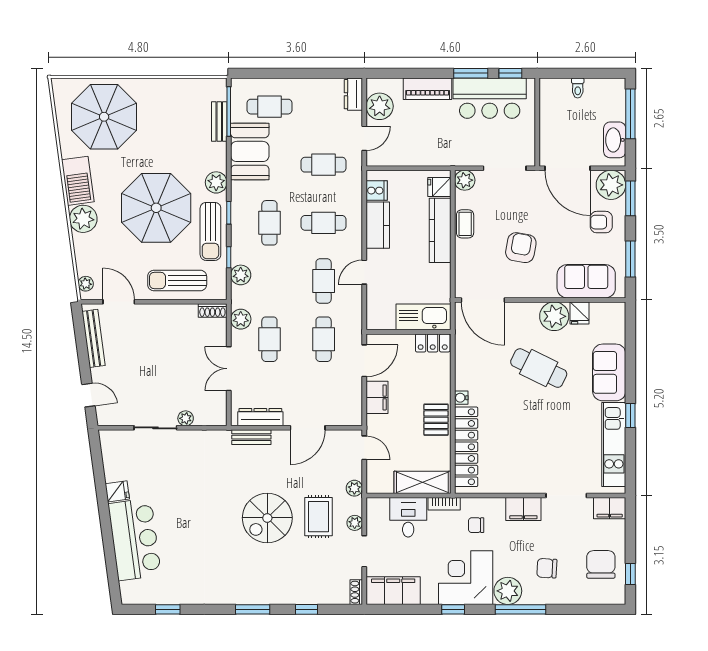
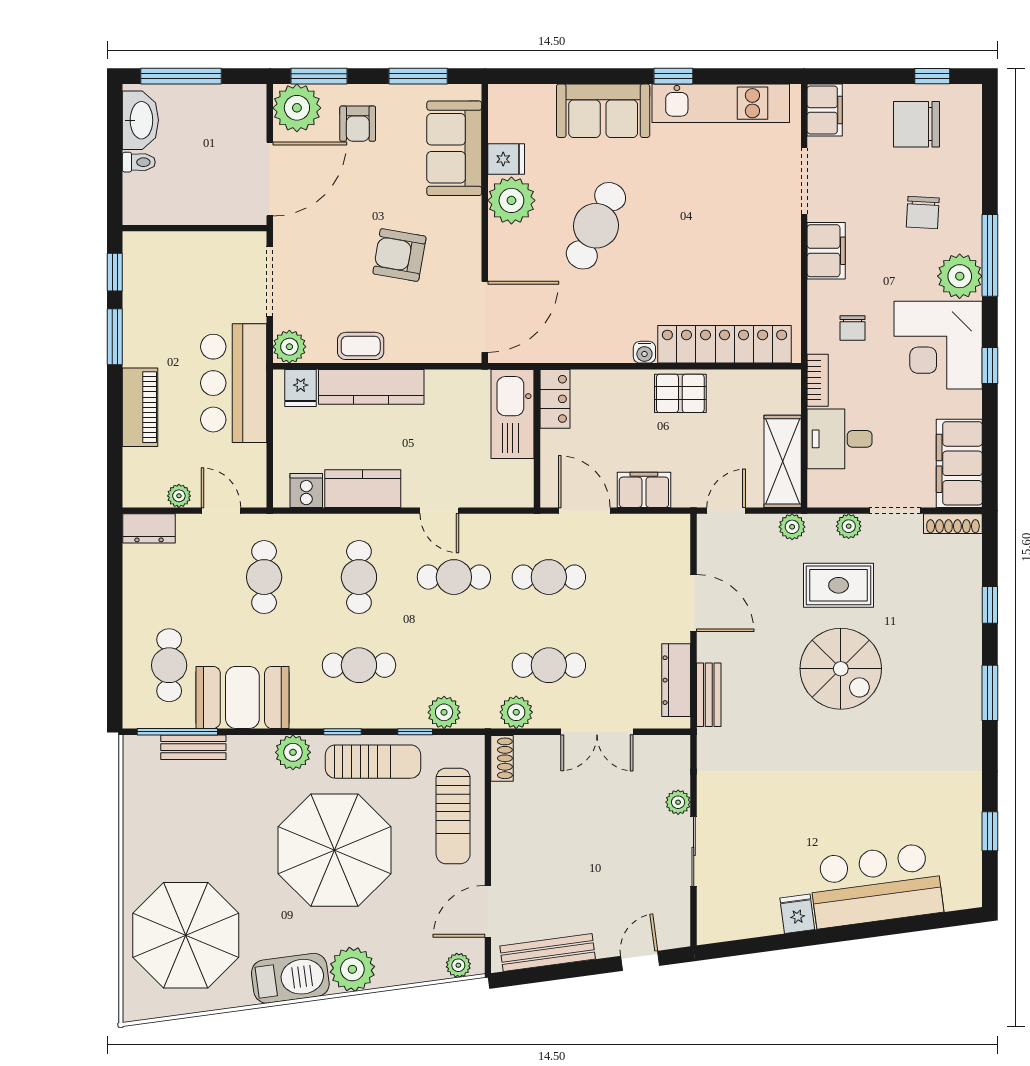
bar counter: (490, 98) -> (234, 383), moved, turned 180
plant: (380, 106) -> (179, 496), width x0.53, depth x0.53
washbasin: (615, 140) -> (140, 120), moved, turned -90
shelving: (422, 482) -> (783, 461), moved
shoe rack: (356, 592) -> (953, 524), width x1.43

